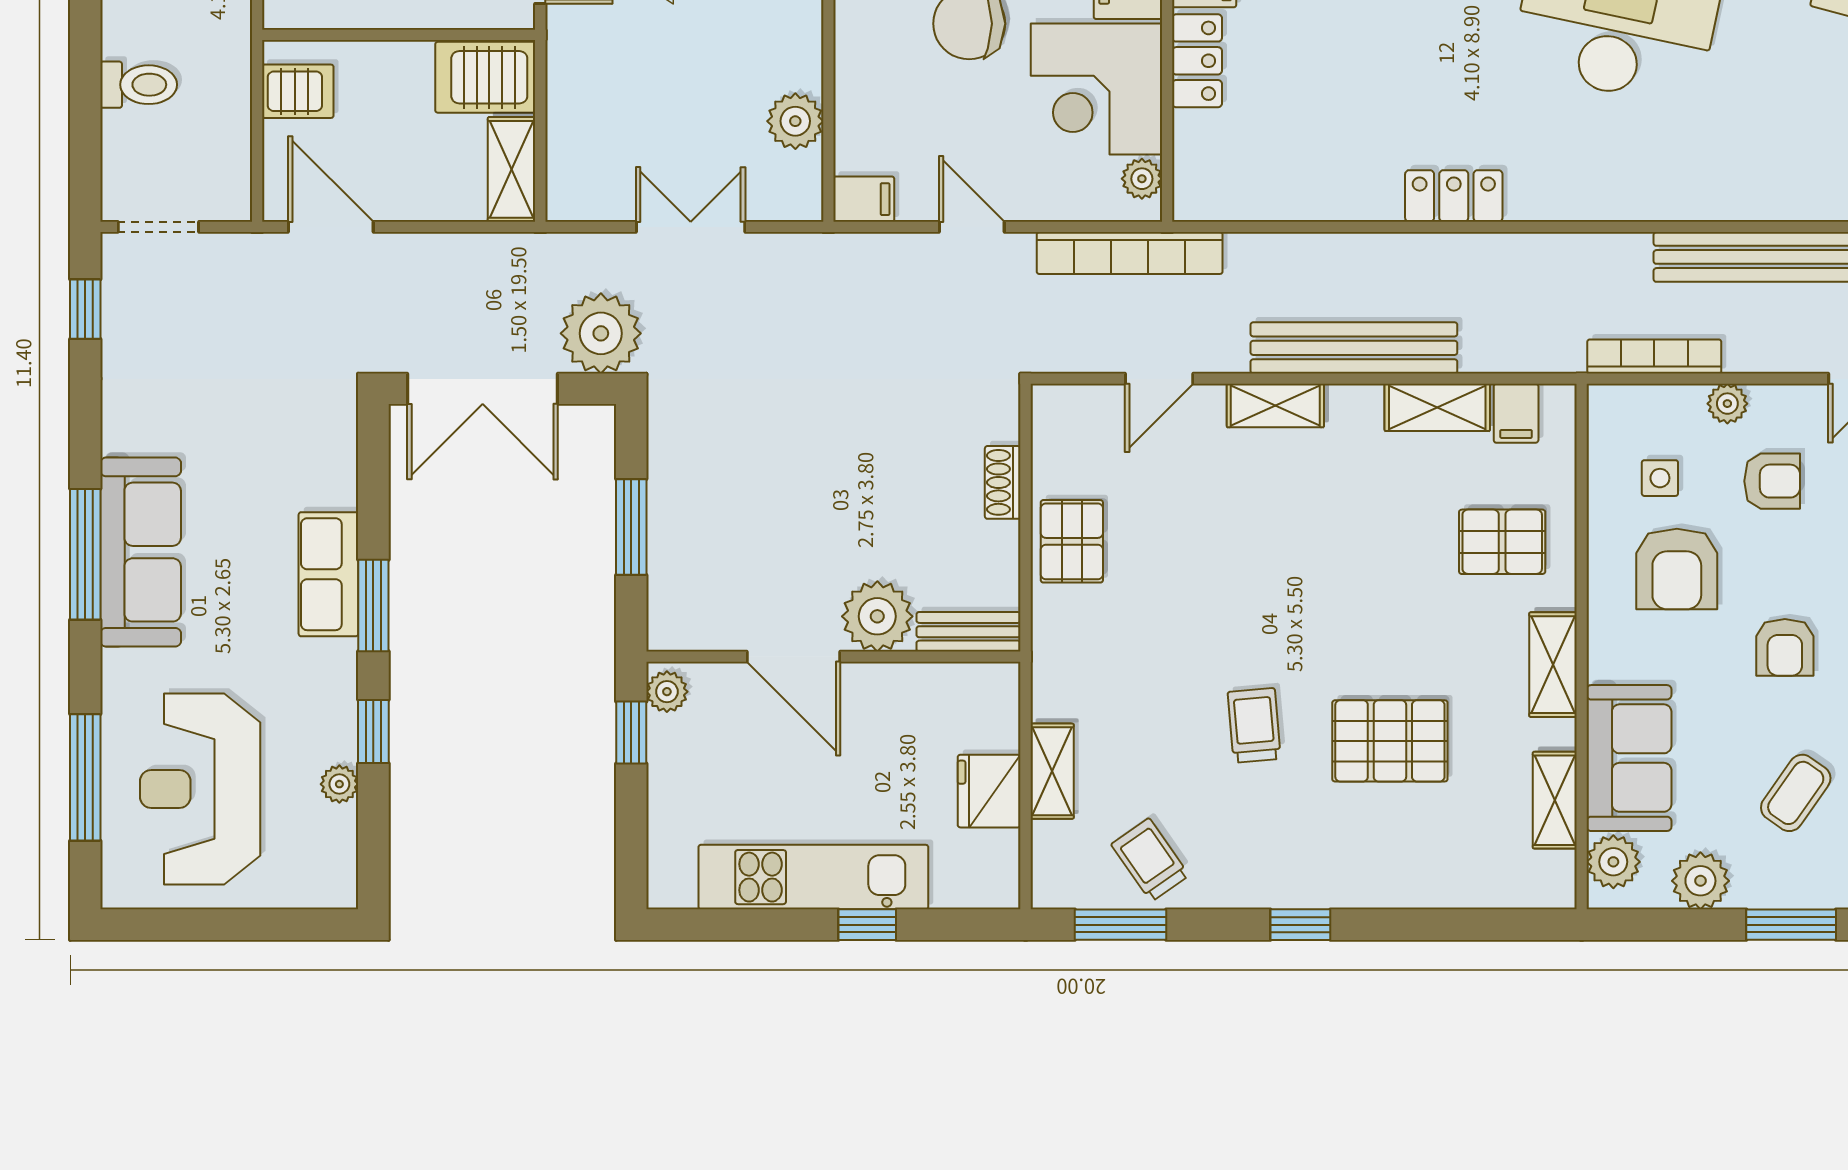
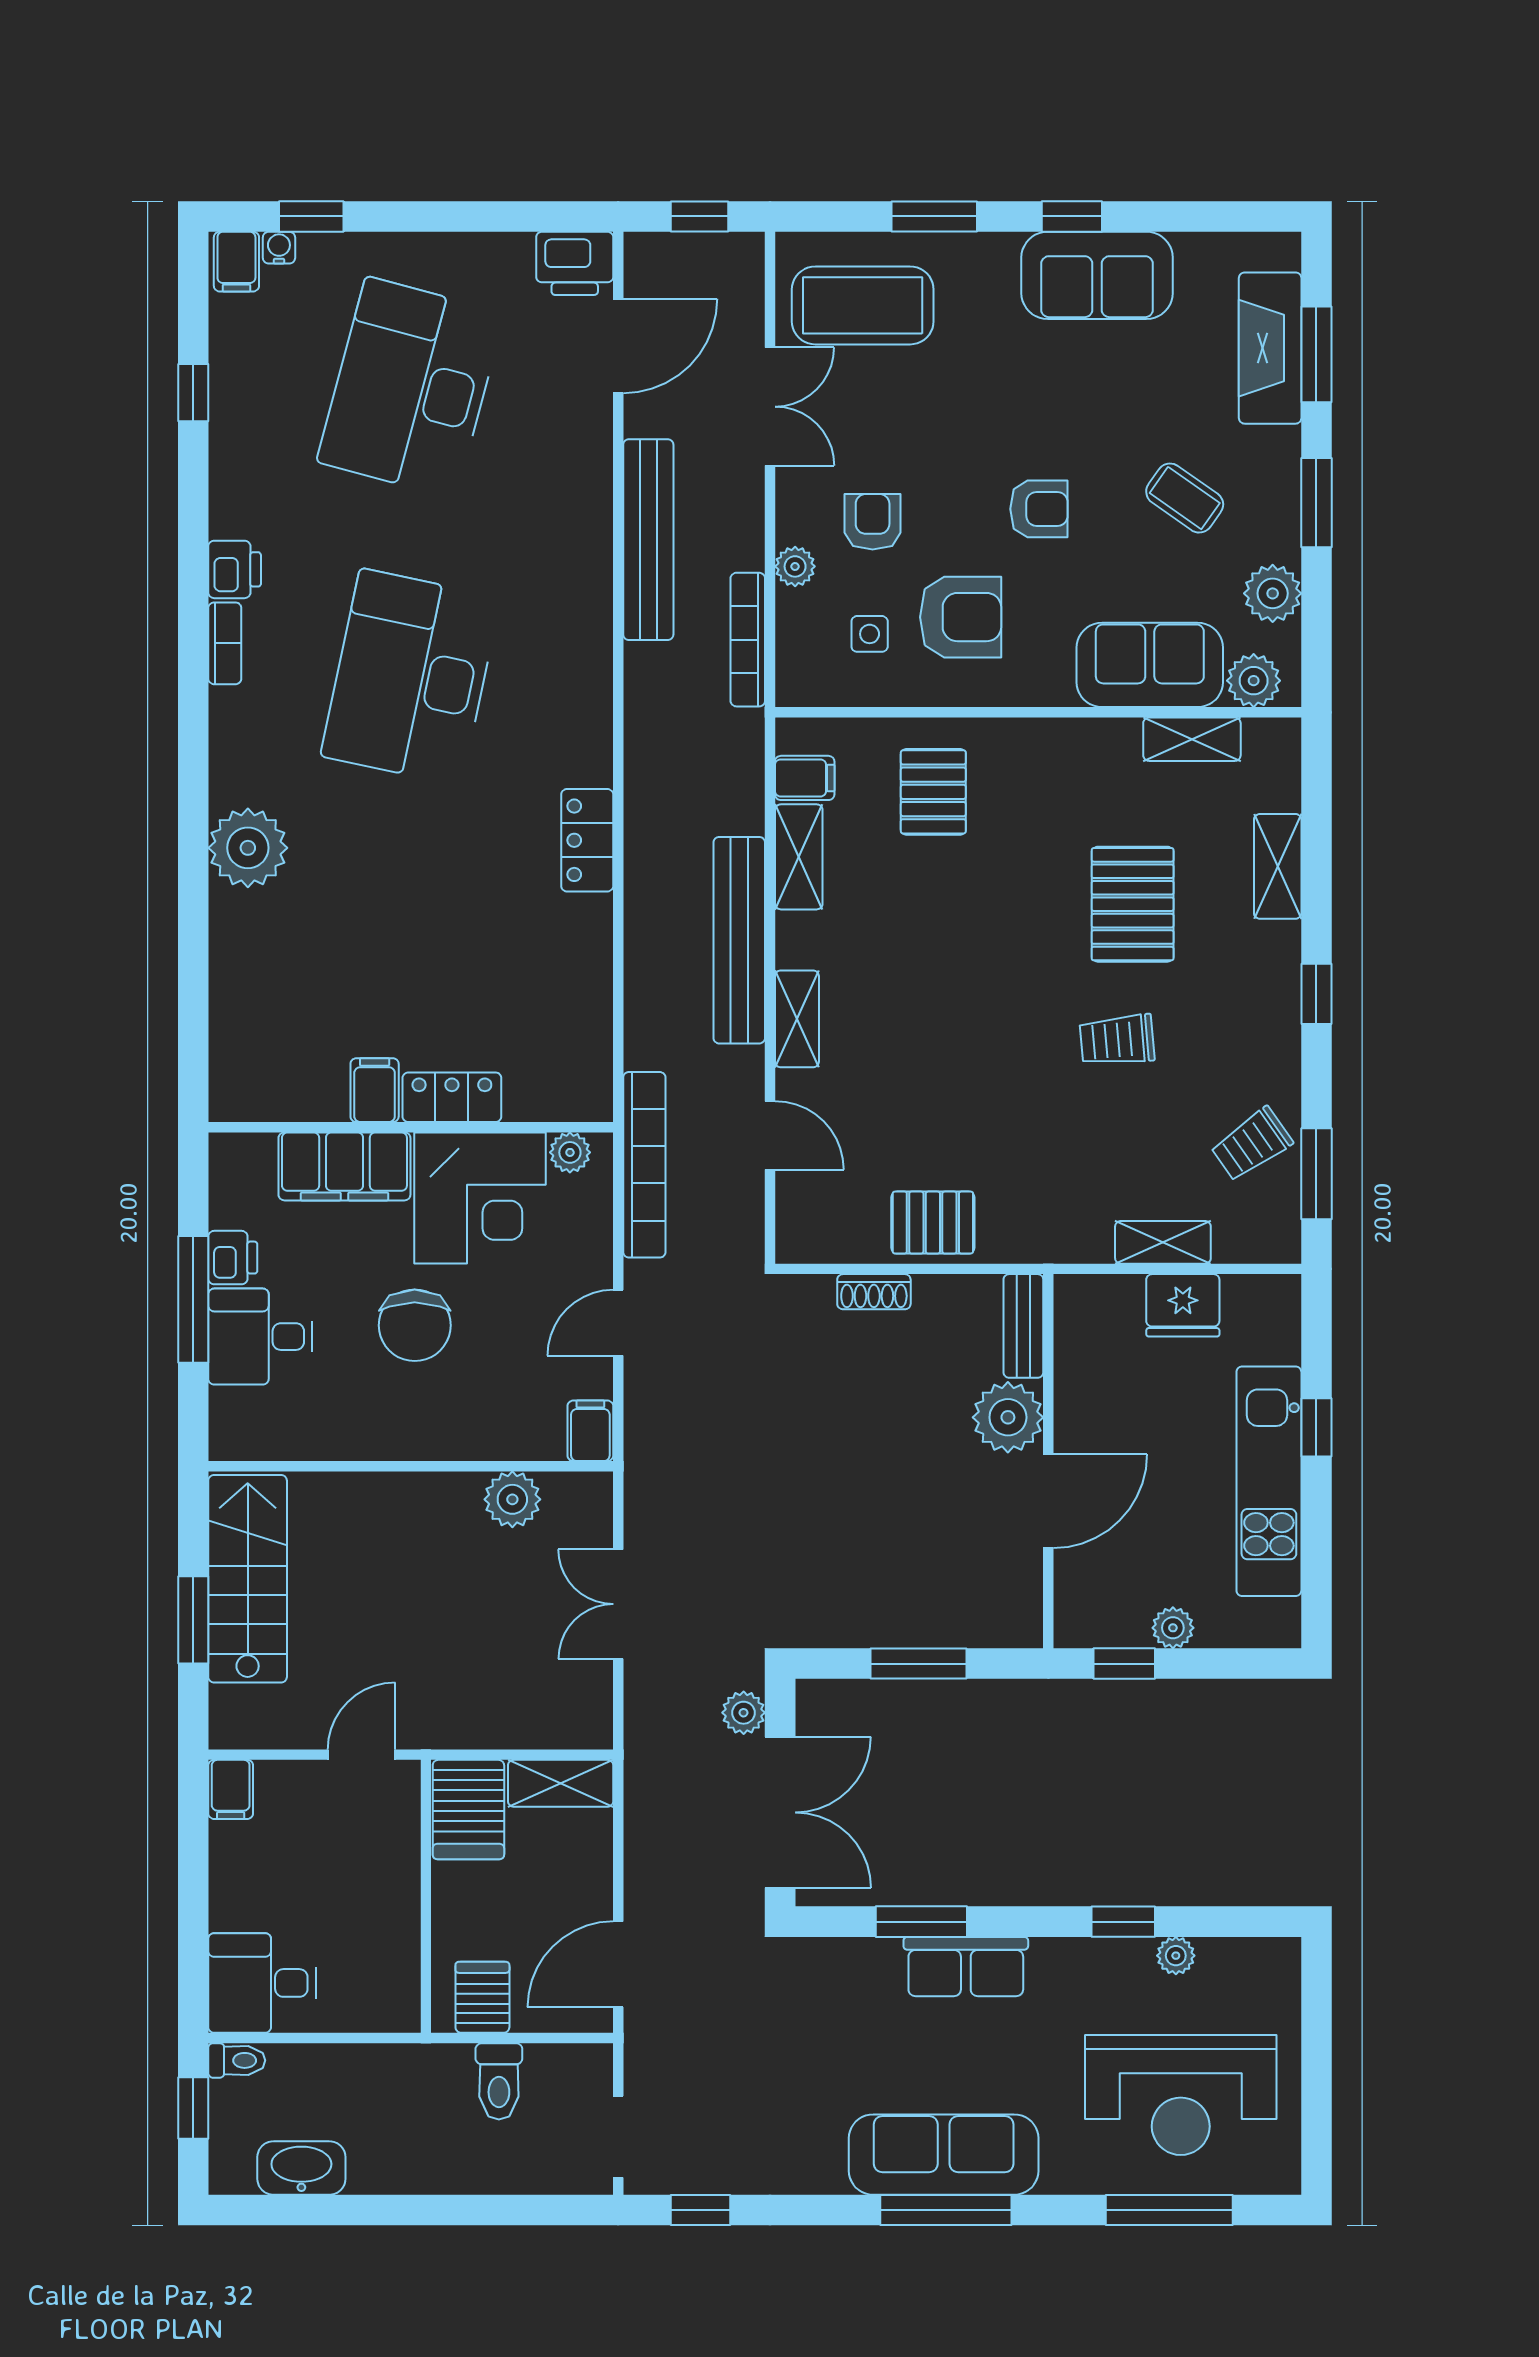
toilet: (139, 85) -> (499, 2081), moved, turned 180
plant: (601, 333) -> (744, 1713), width x0.53, depth x0.53
window: (373, 606) -> (921, 1922), moved
shelving: (1553, 665) -> (1278, 866), moved, turned 90
plant: (667, 692) -> (1173, 1628), moved

